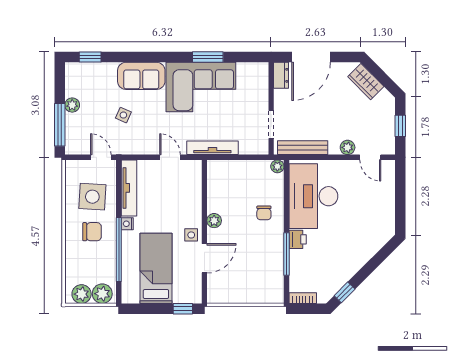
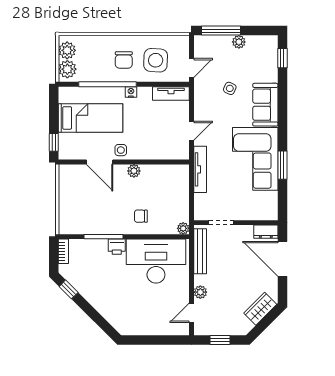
tv unit: (129, 188) -> (171, 94), width x0.71

